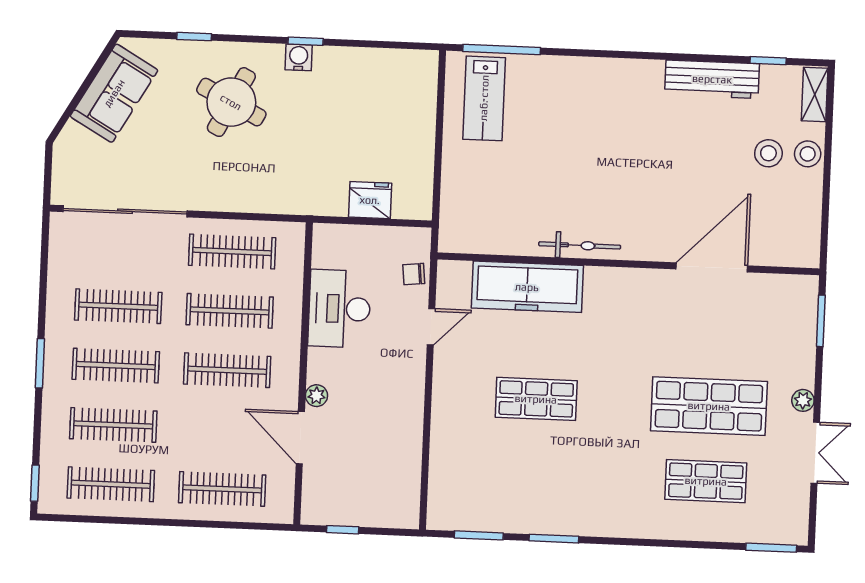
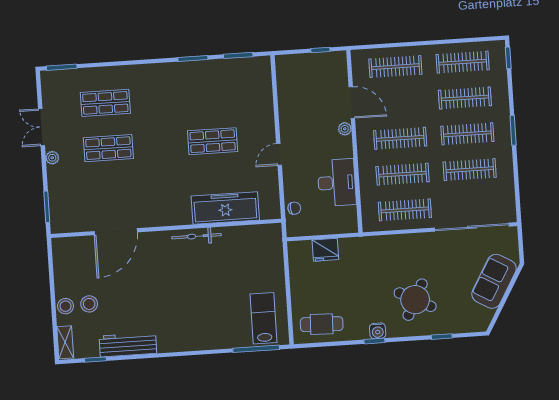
cafe table: (390, 78) -> (322, 324), added
sofa: (114, 93) -> (494, 281), moved
door: (431, 327) -> (279, 154), moved
shop shelf: (709, 406) -> (108, 148), width x0.70, depth x0.74

